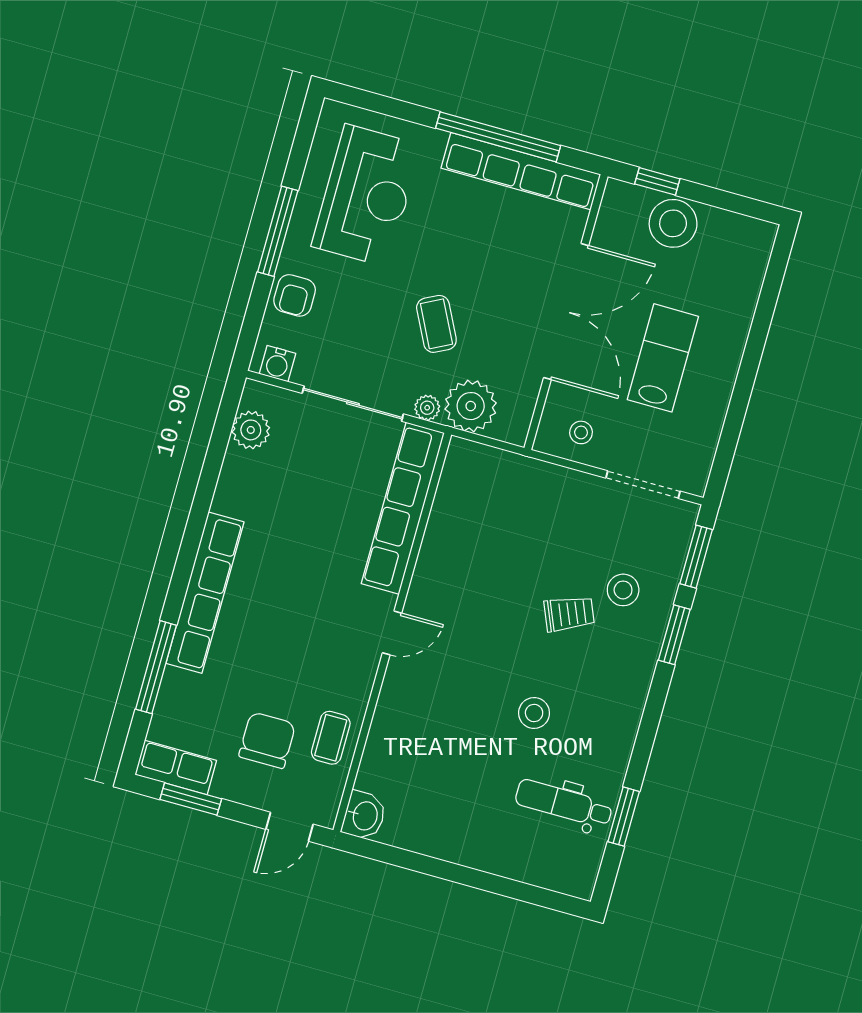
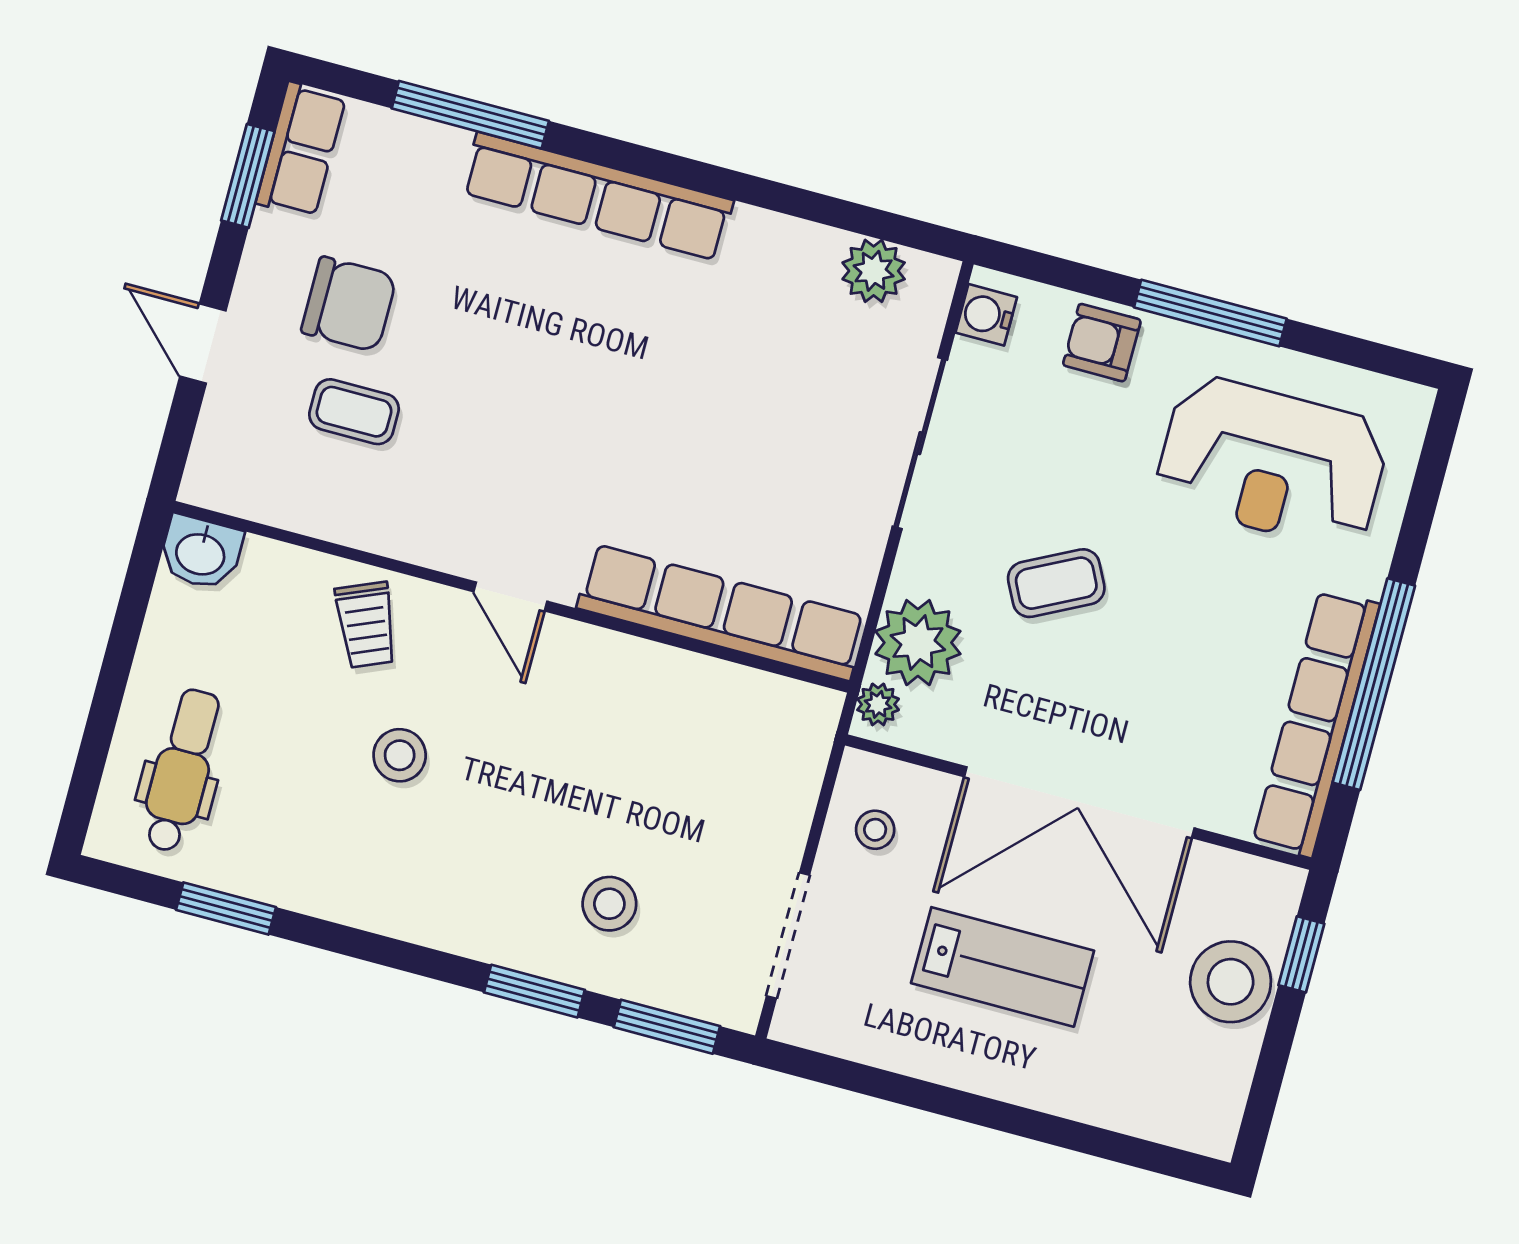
plant: (427, 408) -> (878, 704), moved
row of seats: (403, 508) -> (722, 612), moved
trolley: (569, 614) -> (366, 625), moved
wall: (392, 632) -> (511, 597), moved
door: (392, 633) -> (510, 597), moved
dental chair: (564, 803) -> (182, 770), moved
washbasin: (364, 816) -> (201, 553), moved

